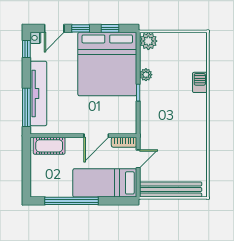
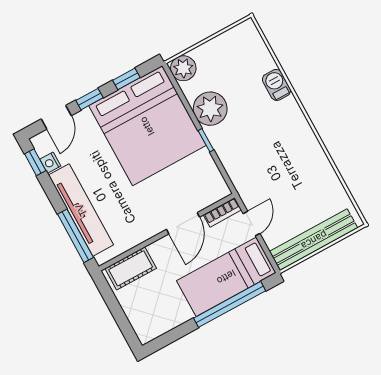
nightstand: (35, 38) -> (50, 163), moved
plant: (146, 75) -> (210, 109), width x1.87, depth x1.87
window: (72, 201) -> (230, 304), moved

